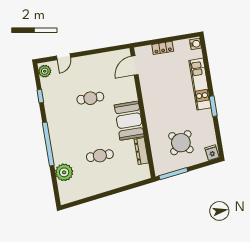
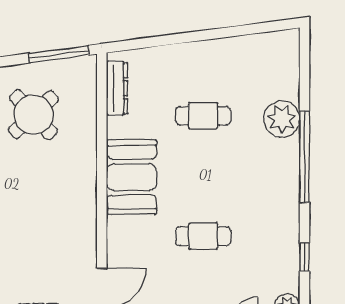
dresser: (141, 151) -> (117, 88), moved
plant: (64, 172) -> (282, 119), moved

